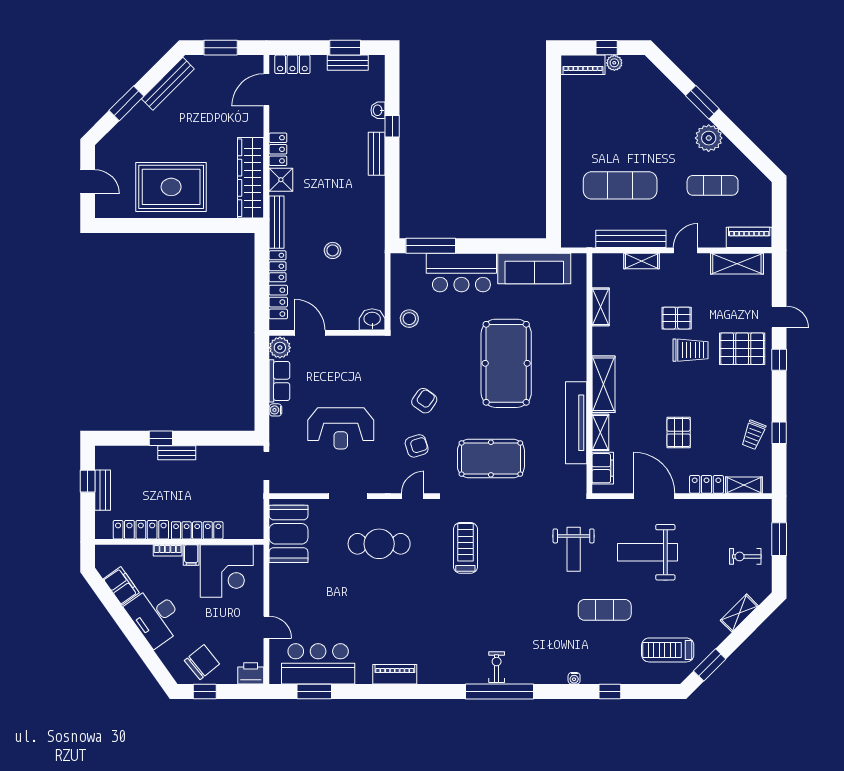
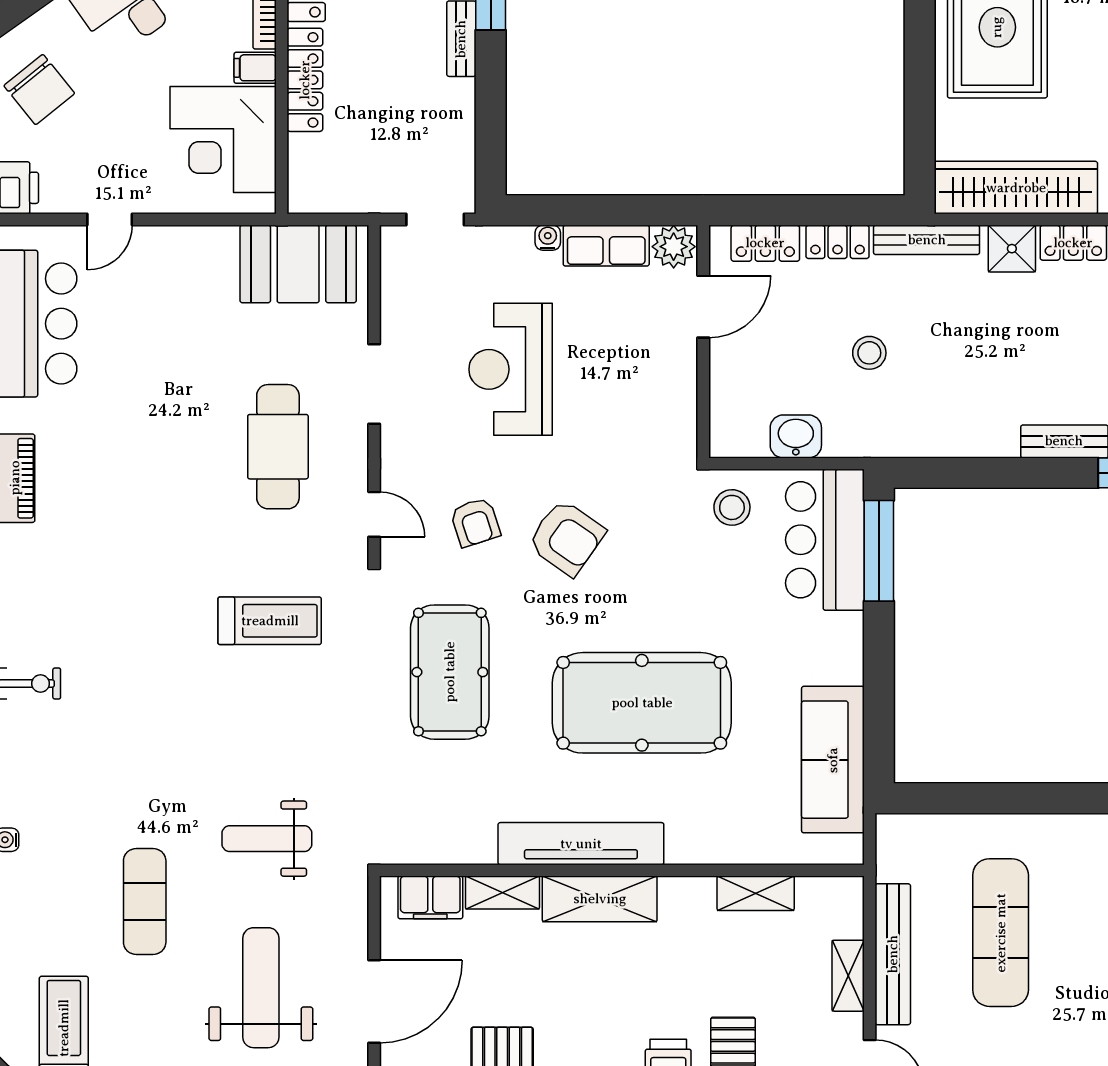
bar counter: (461, 273) -> (825, 540), moved
washbasin: (372, 319) -> (796, 436), moved, turned -90
armchair: (424, 401) -> (566, 538), width x1.38, depth x1.38
tv unit: (576, 423) -> (581, 844), moved

